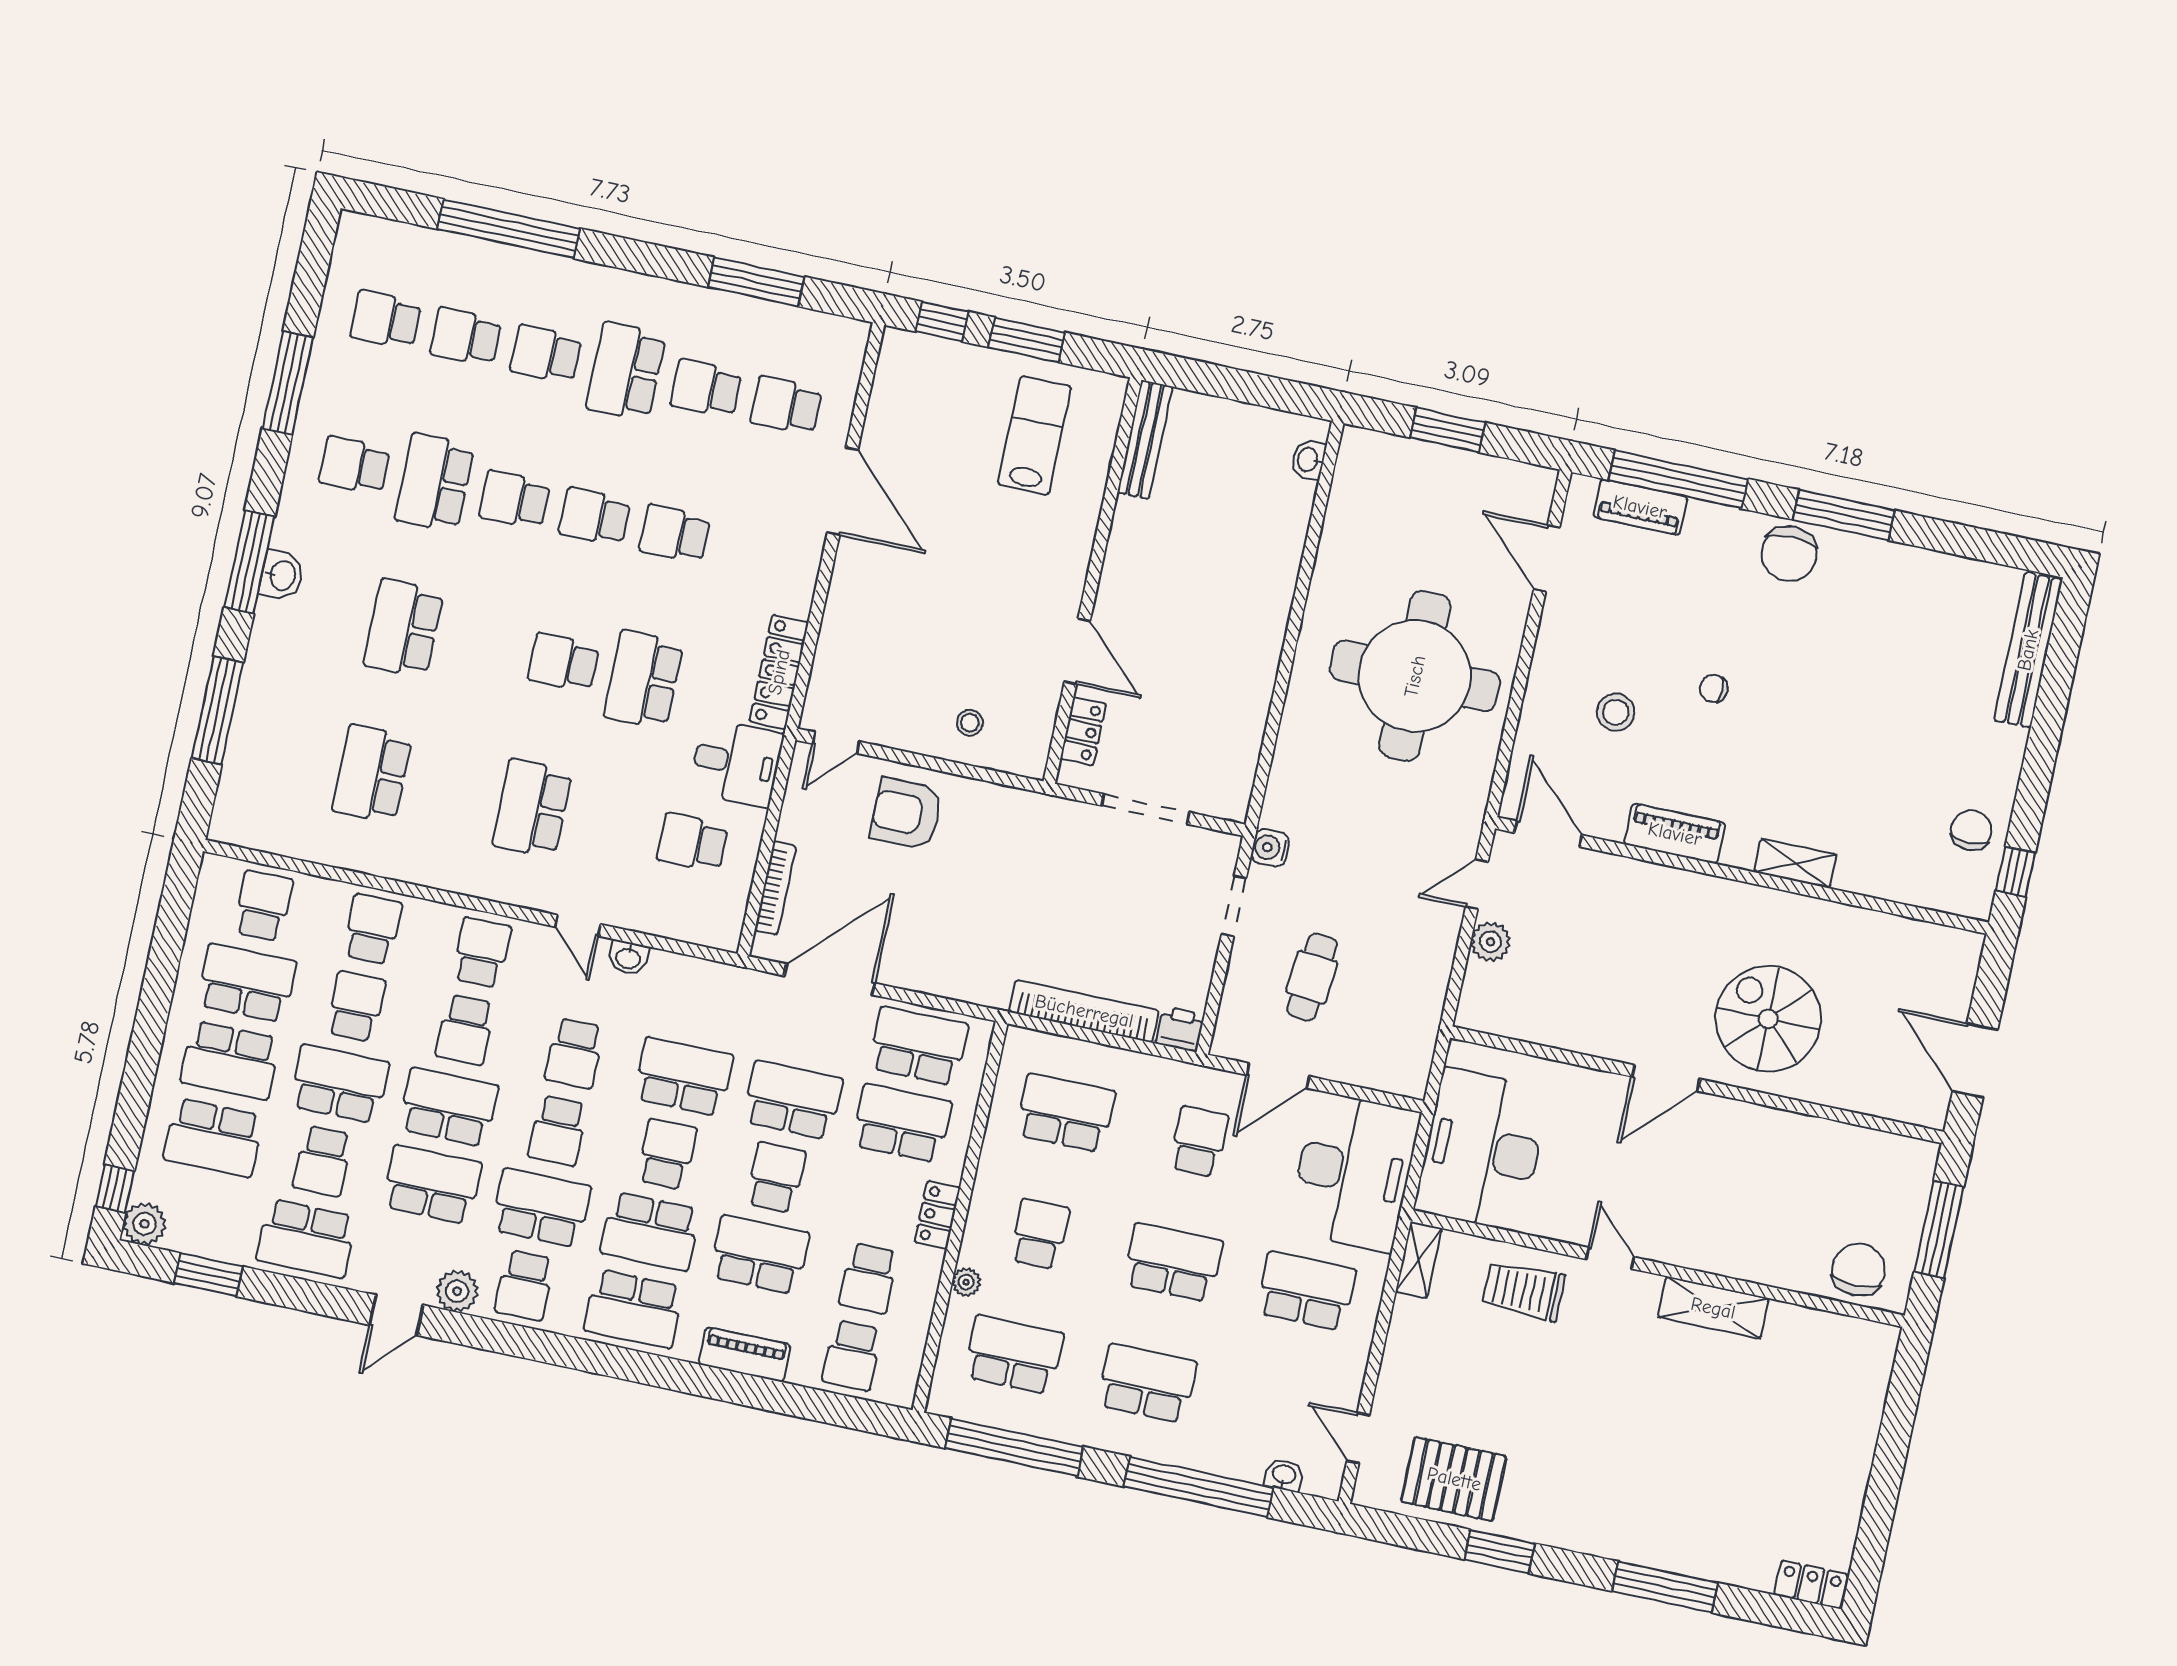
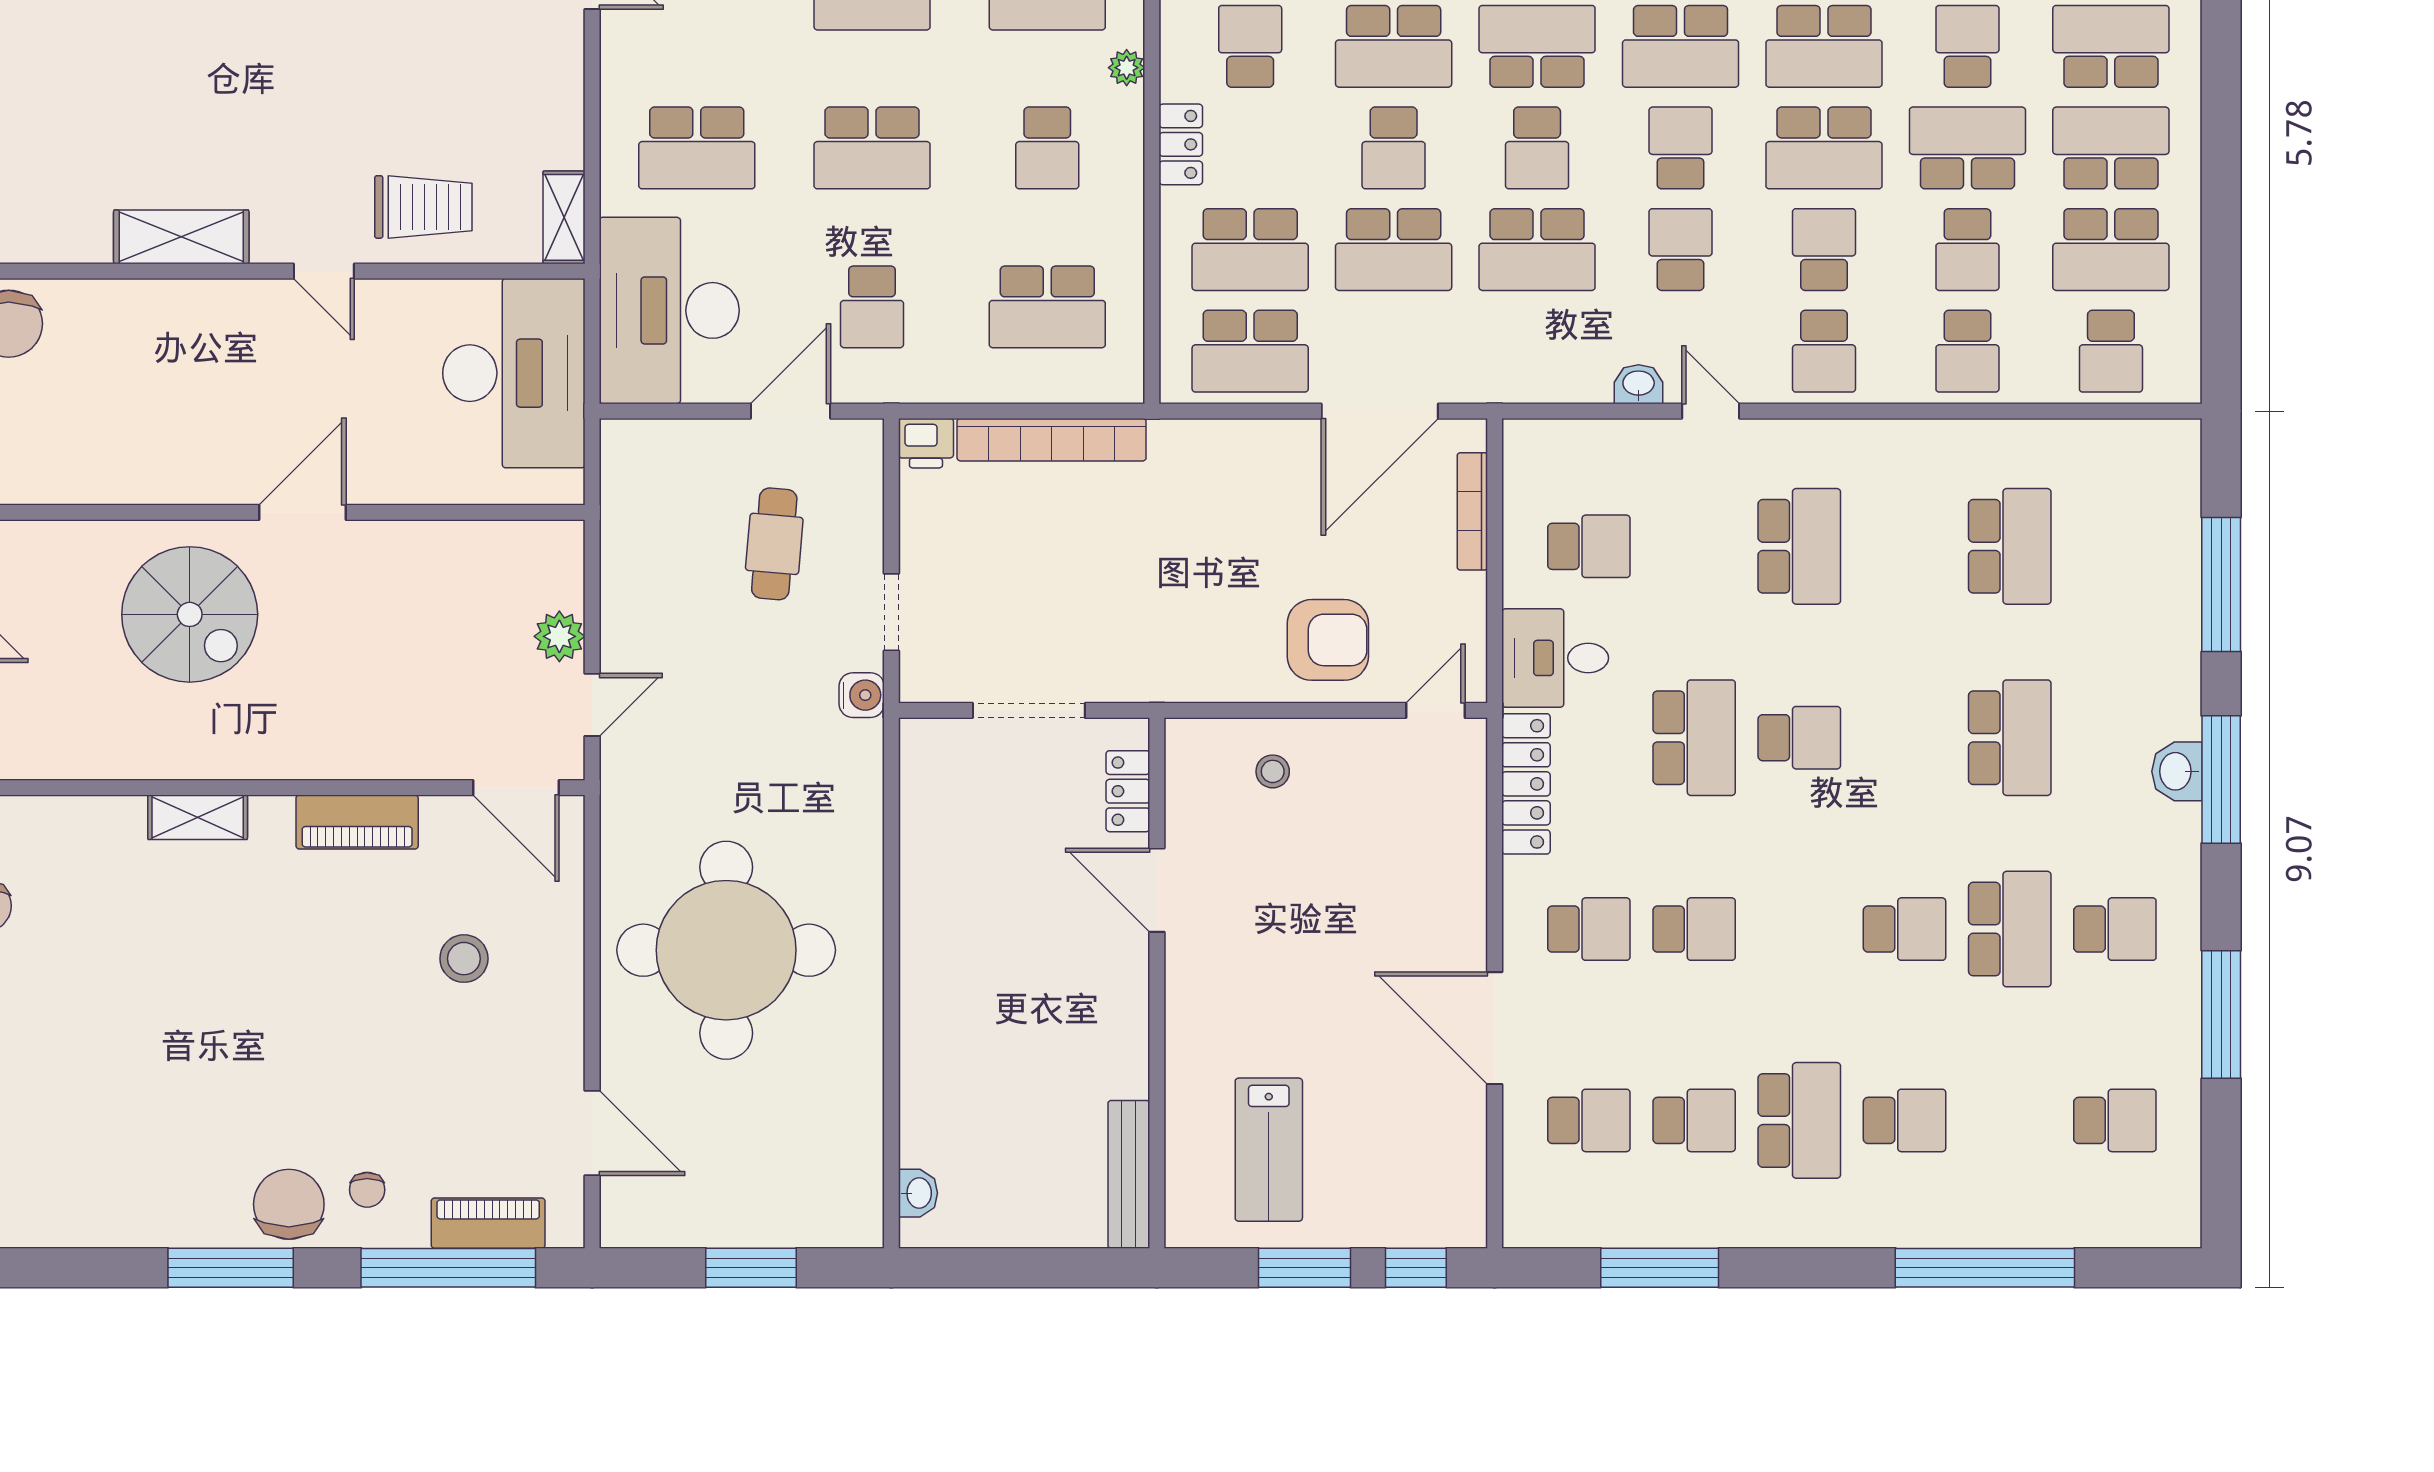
school desk: (466, 337) -> (2010, 1120), removed
school desk: (595, 517) -> (1589, 929), moved
chair: (1714, 689) -> (367, 1190), moved, turned 90
school desk: (339, 1084) -> (1967, 148), turned 180

